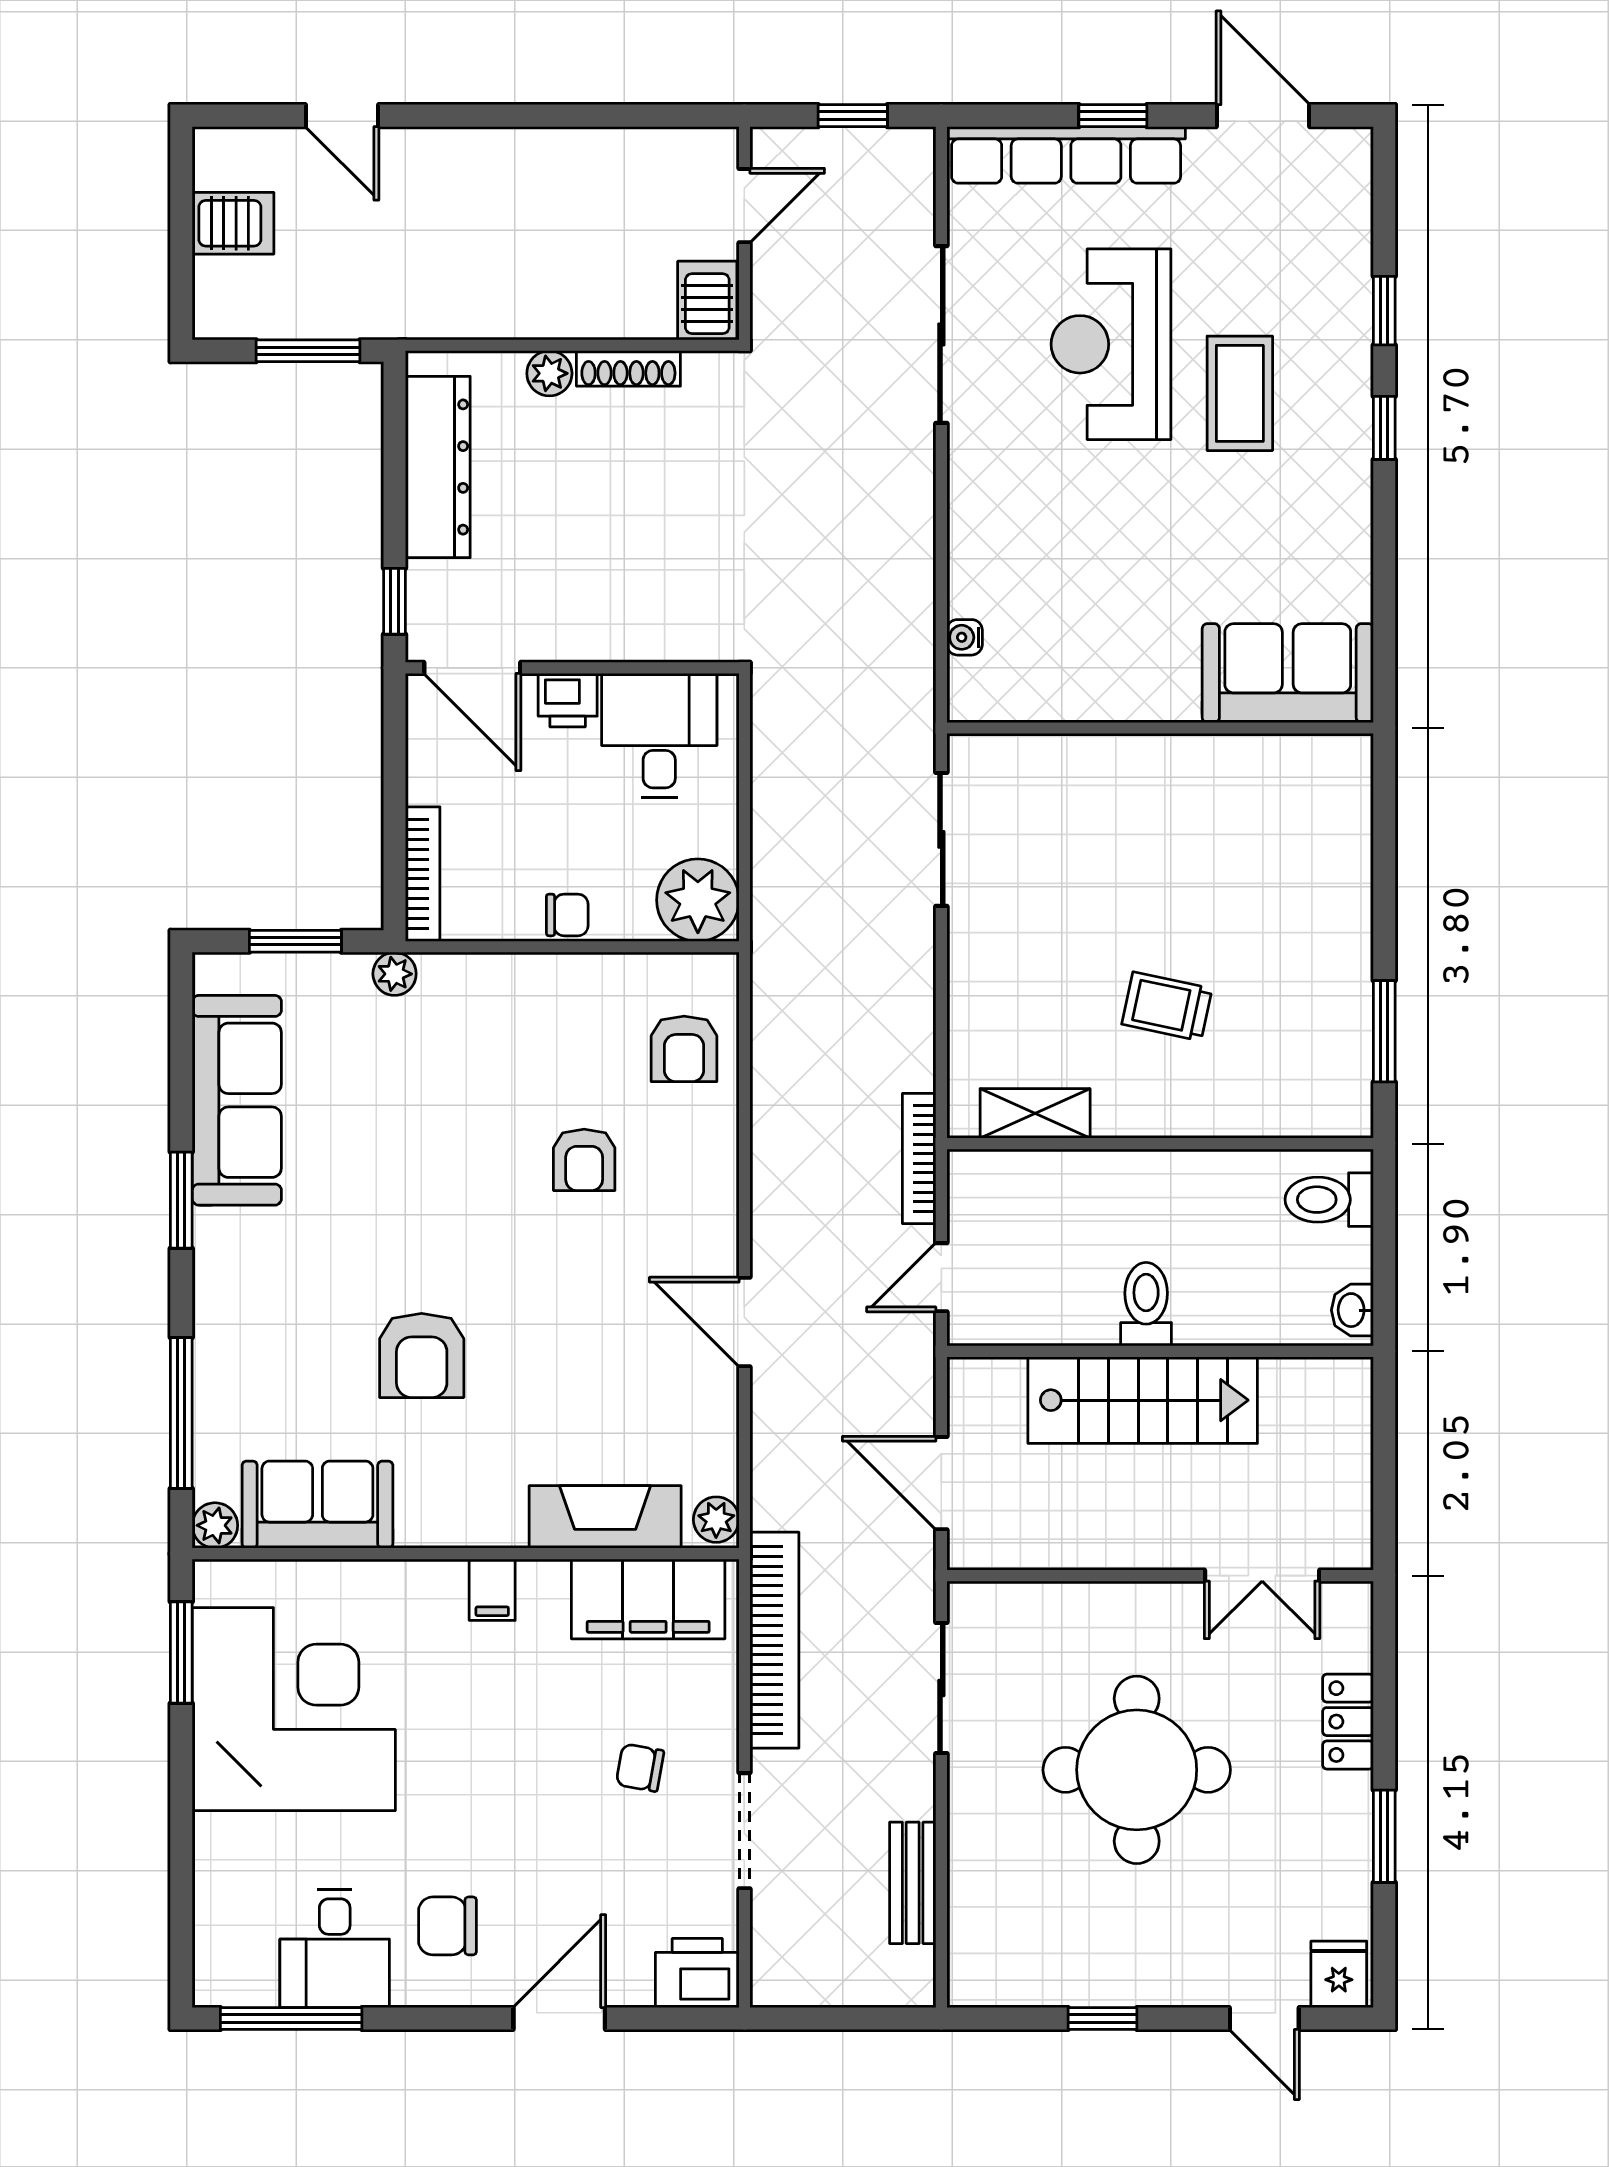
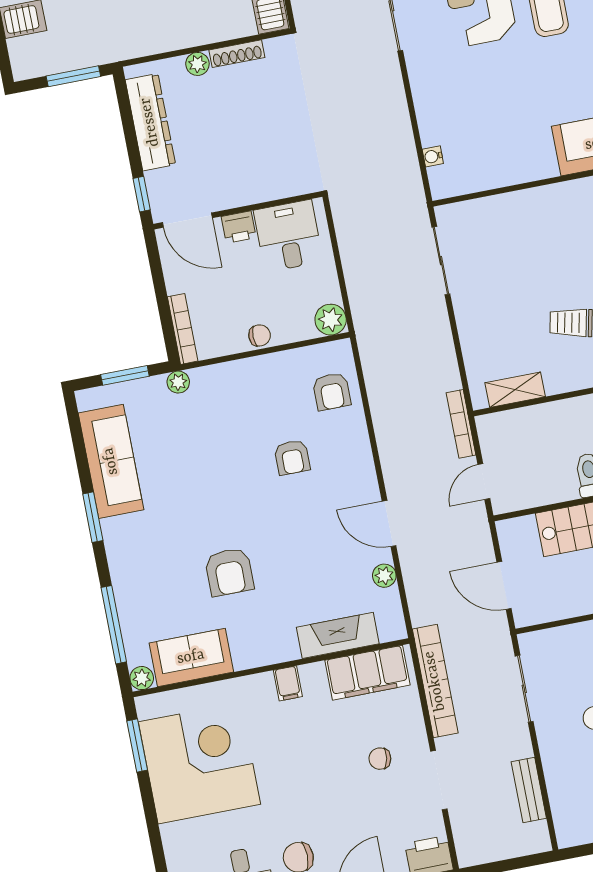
plant: (698, 900) -> (331, 320), width x0.73, depth x0.73
plant: (716, 1520) -> (384, 576), moved

